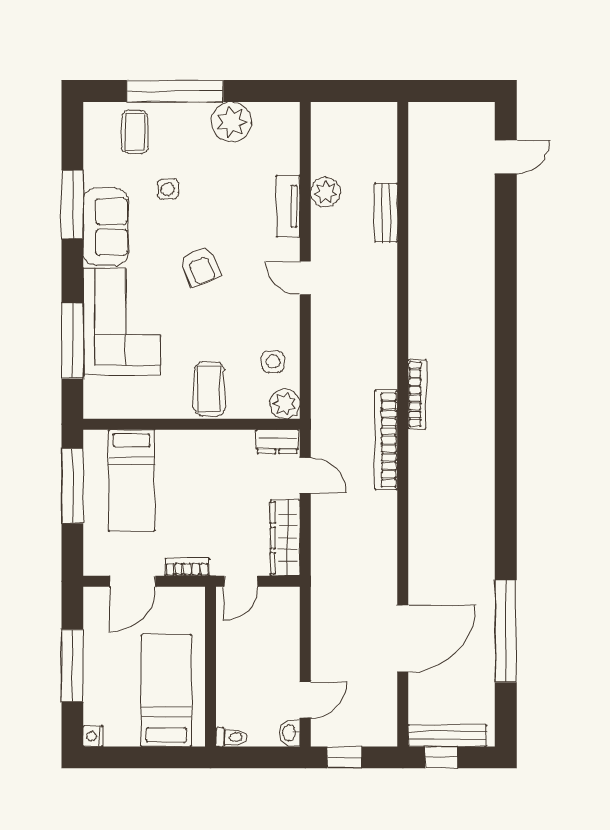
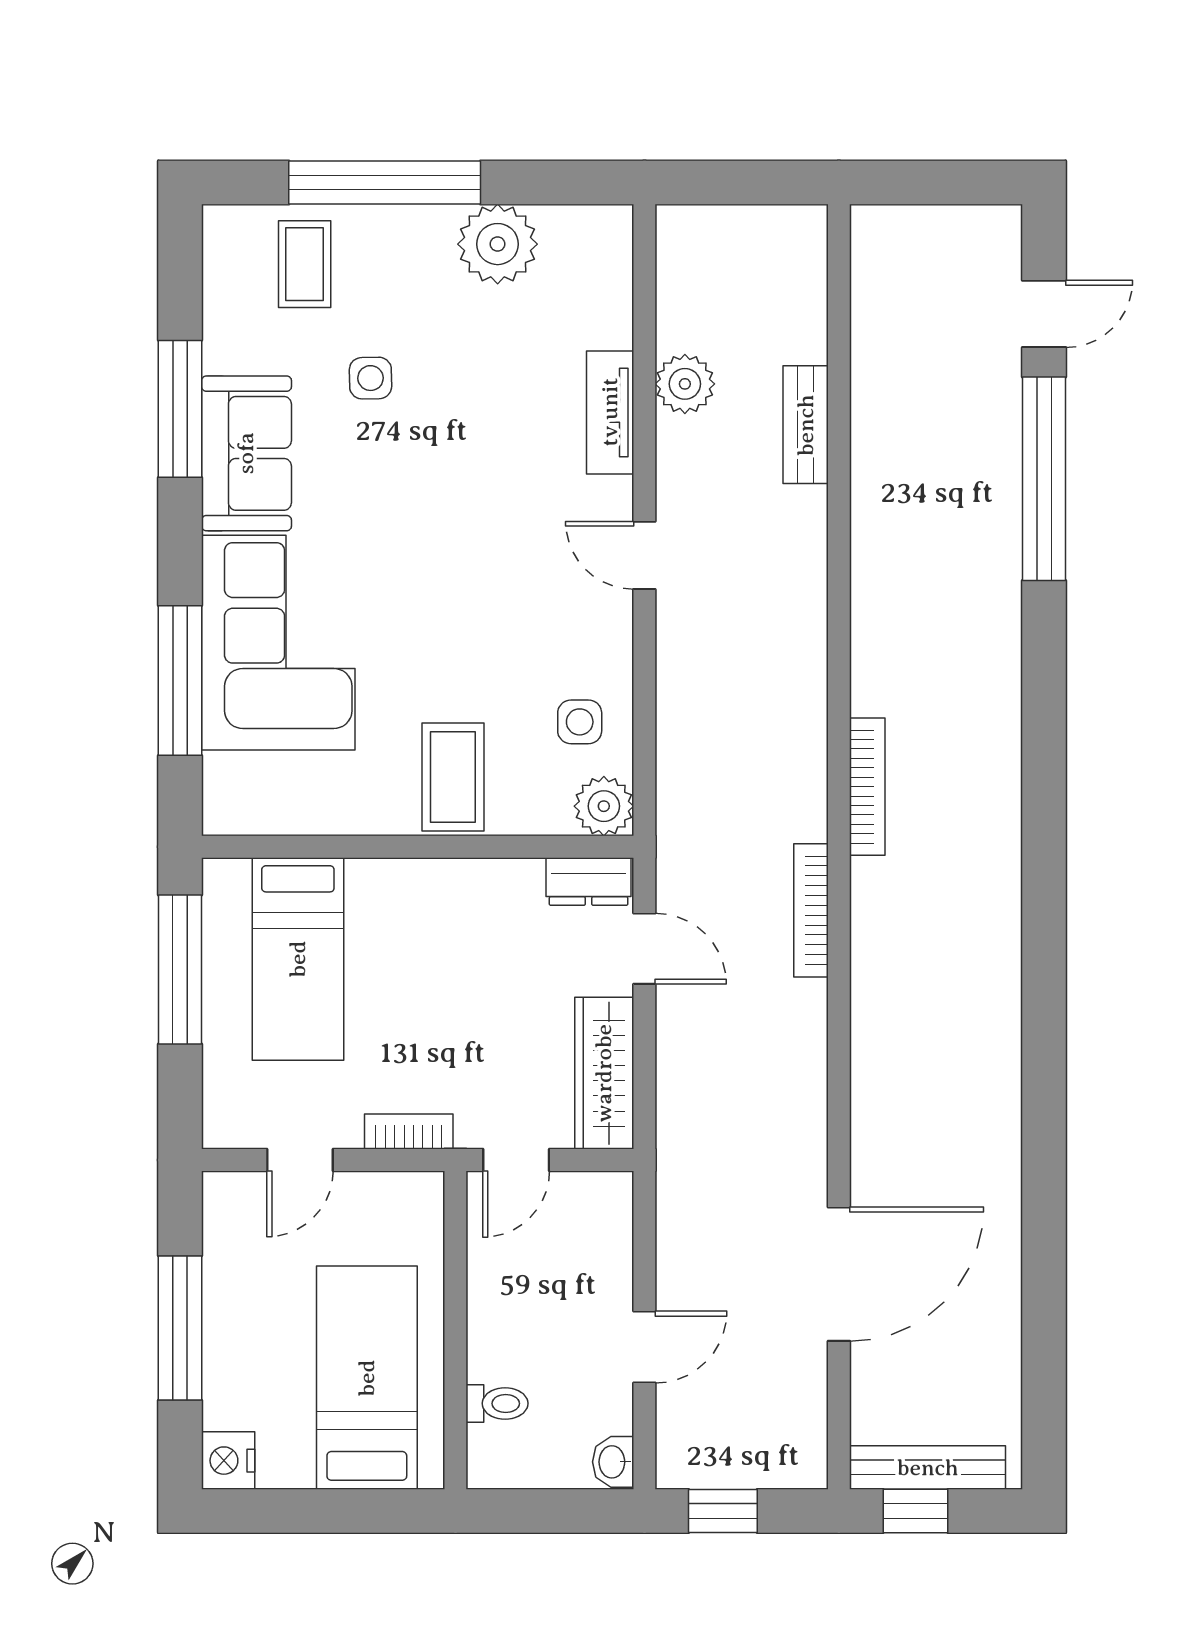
armchair: (200, 266) -> (435, 532), removed
bookcase: (386, 440) -> (811, 910), width x0.68, depth x0.76
door: (133, 581) -> (300, 1160), width x0.73
window: (506, 631) -> (1044, 479), moved
door: (305, 700) -> (644, 1347), moved
nightstand: (93, 736) -> (228, 1461), width x1.39, depth x1.35
toilet: (231, 737) -> (497, 1403), moved

